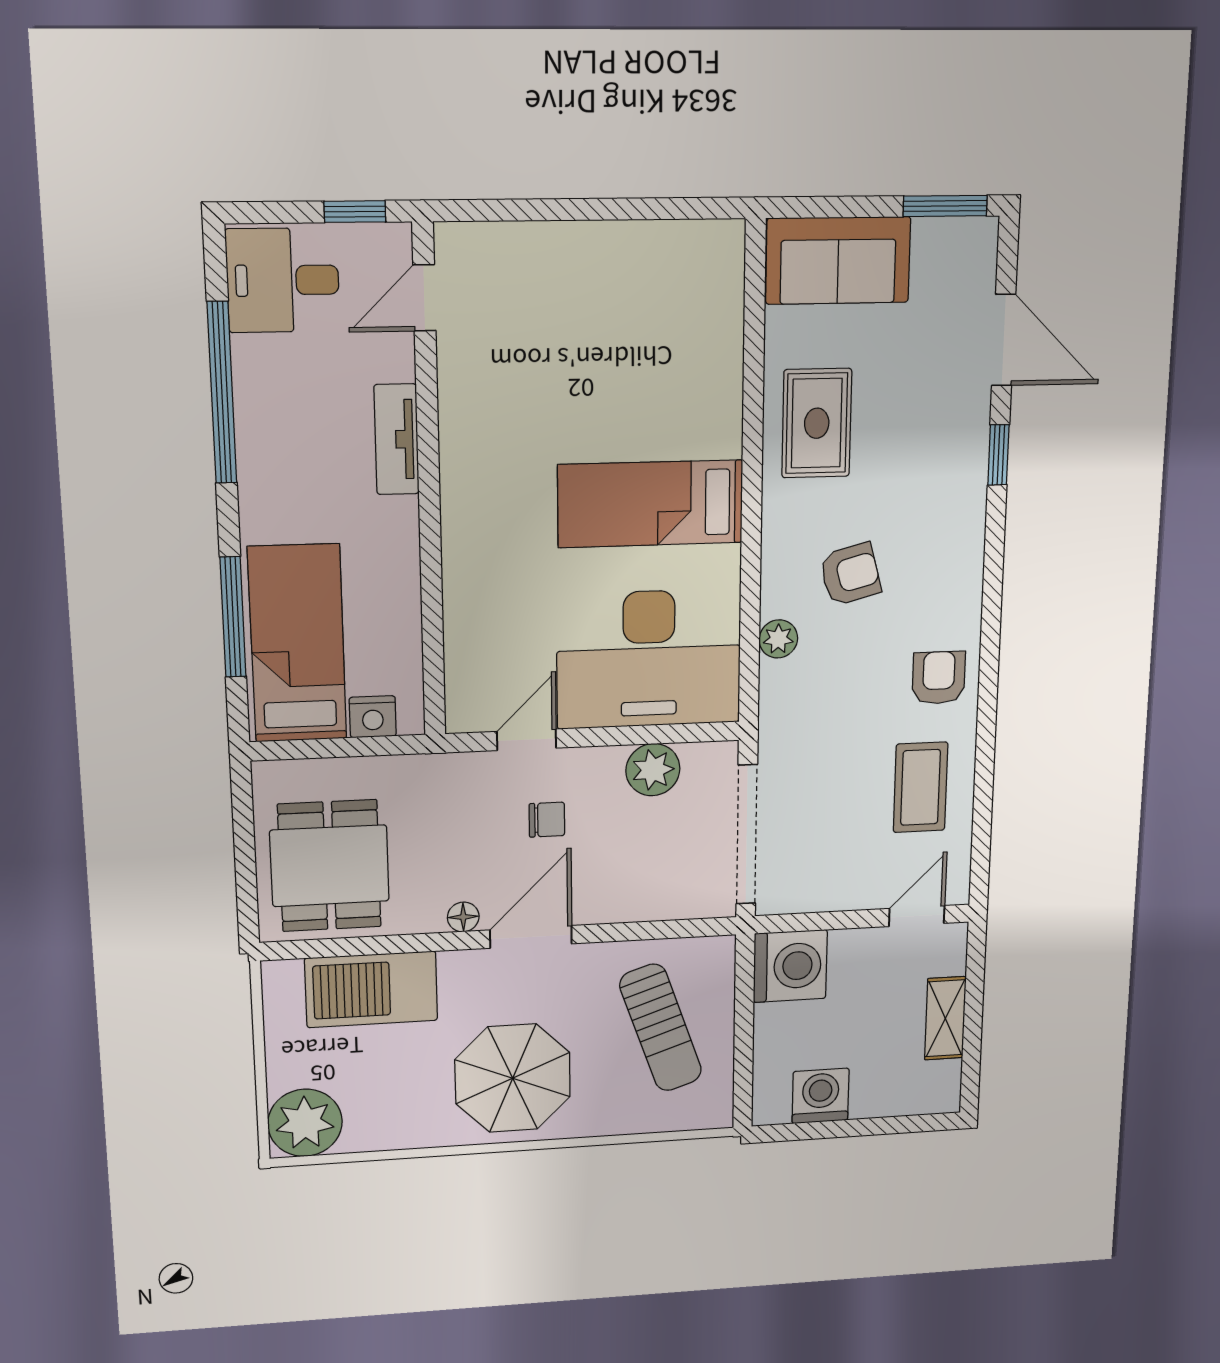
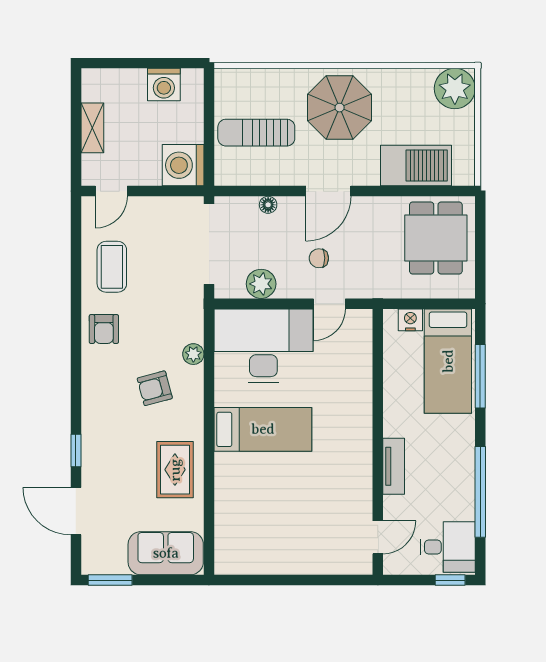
window: (355, 212) -> (450, 580), moved
floor lamp: (463, 917) -> (268, 205), moved
sun lounger: (661, 1028) -> (256, 133), turned -71

